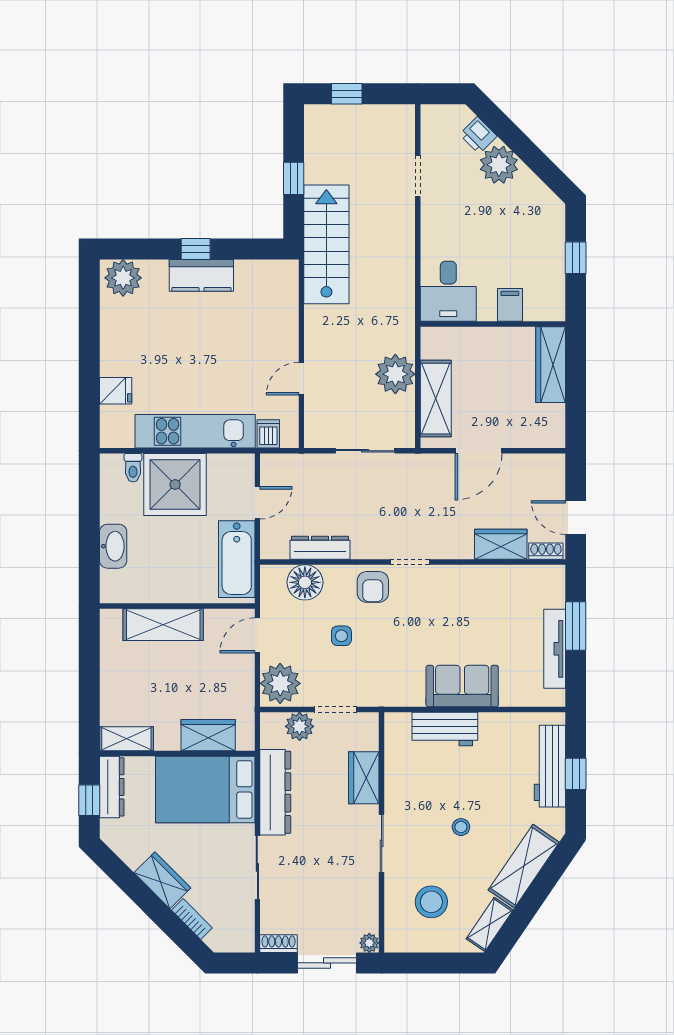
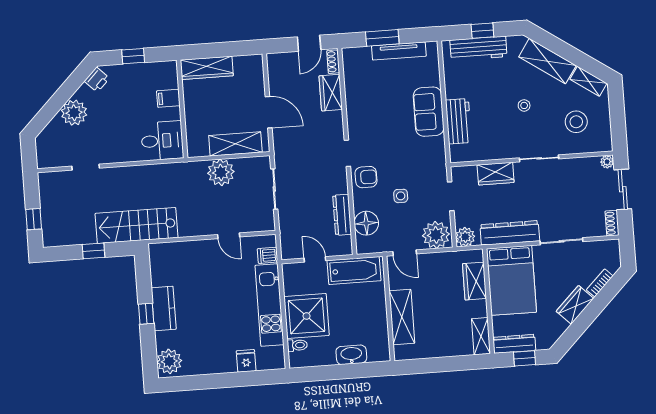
printer: (478, 135) -> (97, 80), moved
plant: (300, 726) -> (465, 237), moved

